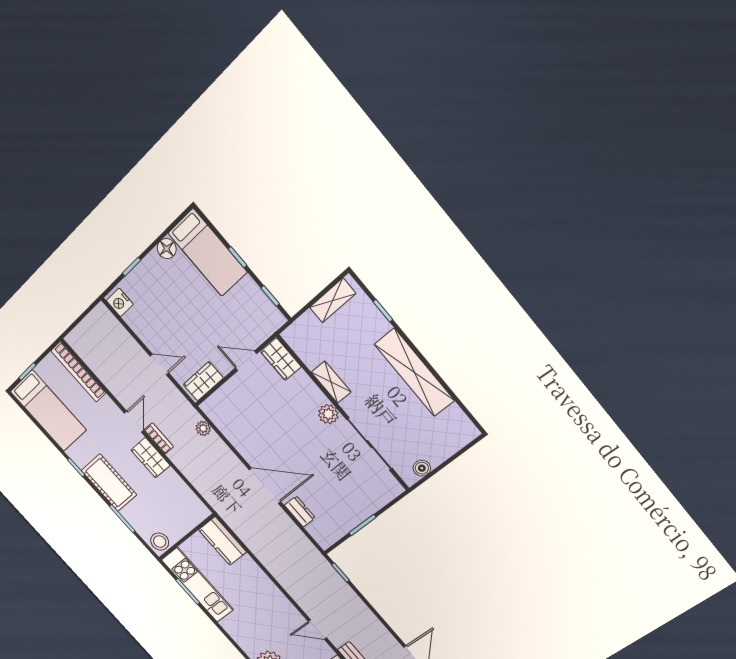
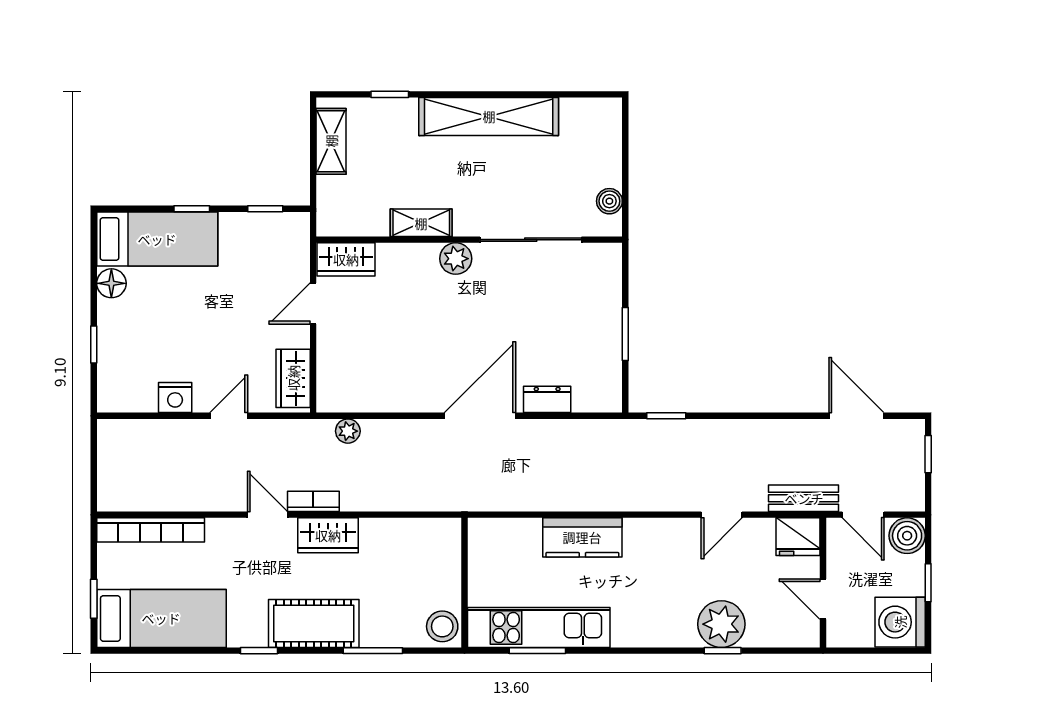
nightstand: (120, 302) -> (175, 398), moved
kitchen counter: (223, 541) -> (582, 537), moved

